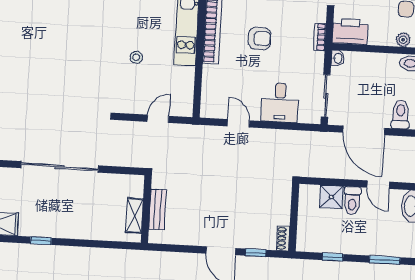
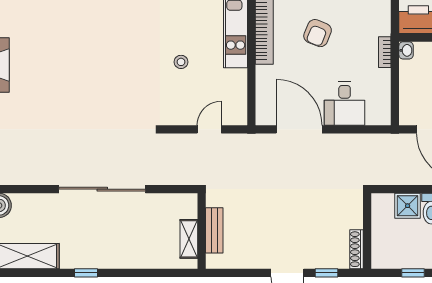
bookcase: (320, 37) -> (385, 52), moved
armchair: (260, 38) -> (318, 33), turned 112
sliding door: (326, 96) -> (395, 93), removed
door: (238, 123) -> (299, 129), width x1.88
shoe rack: (283, 238) -> (356, 249), width x1.43

